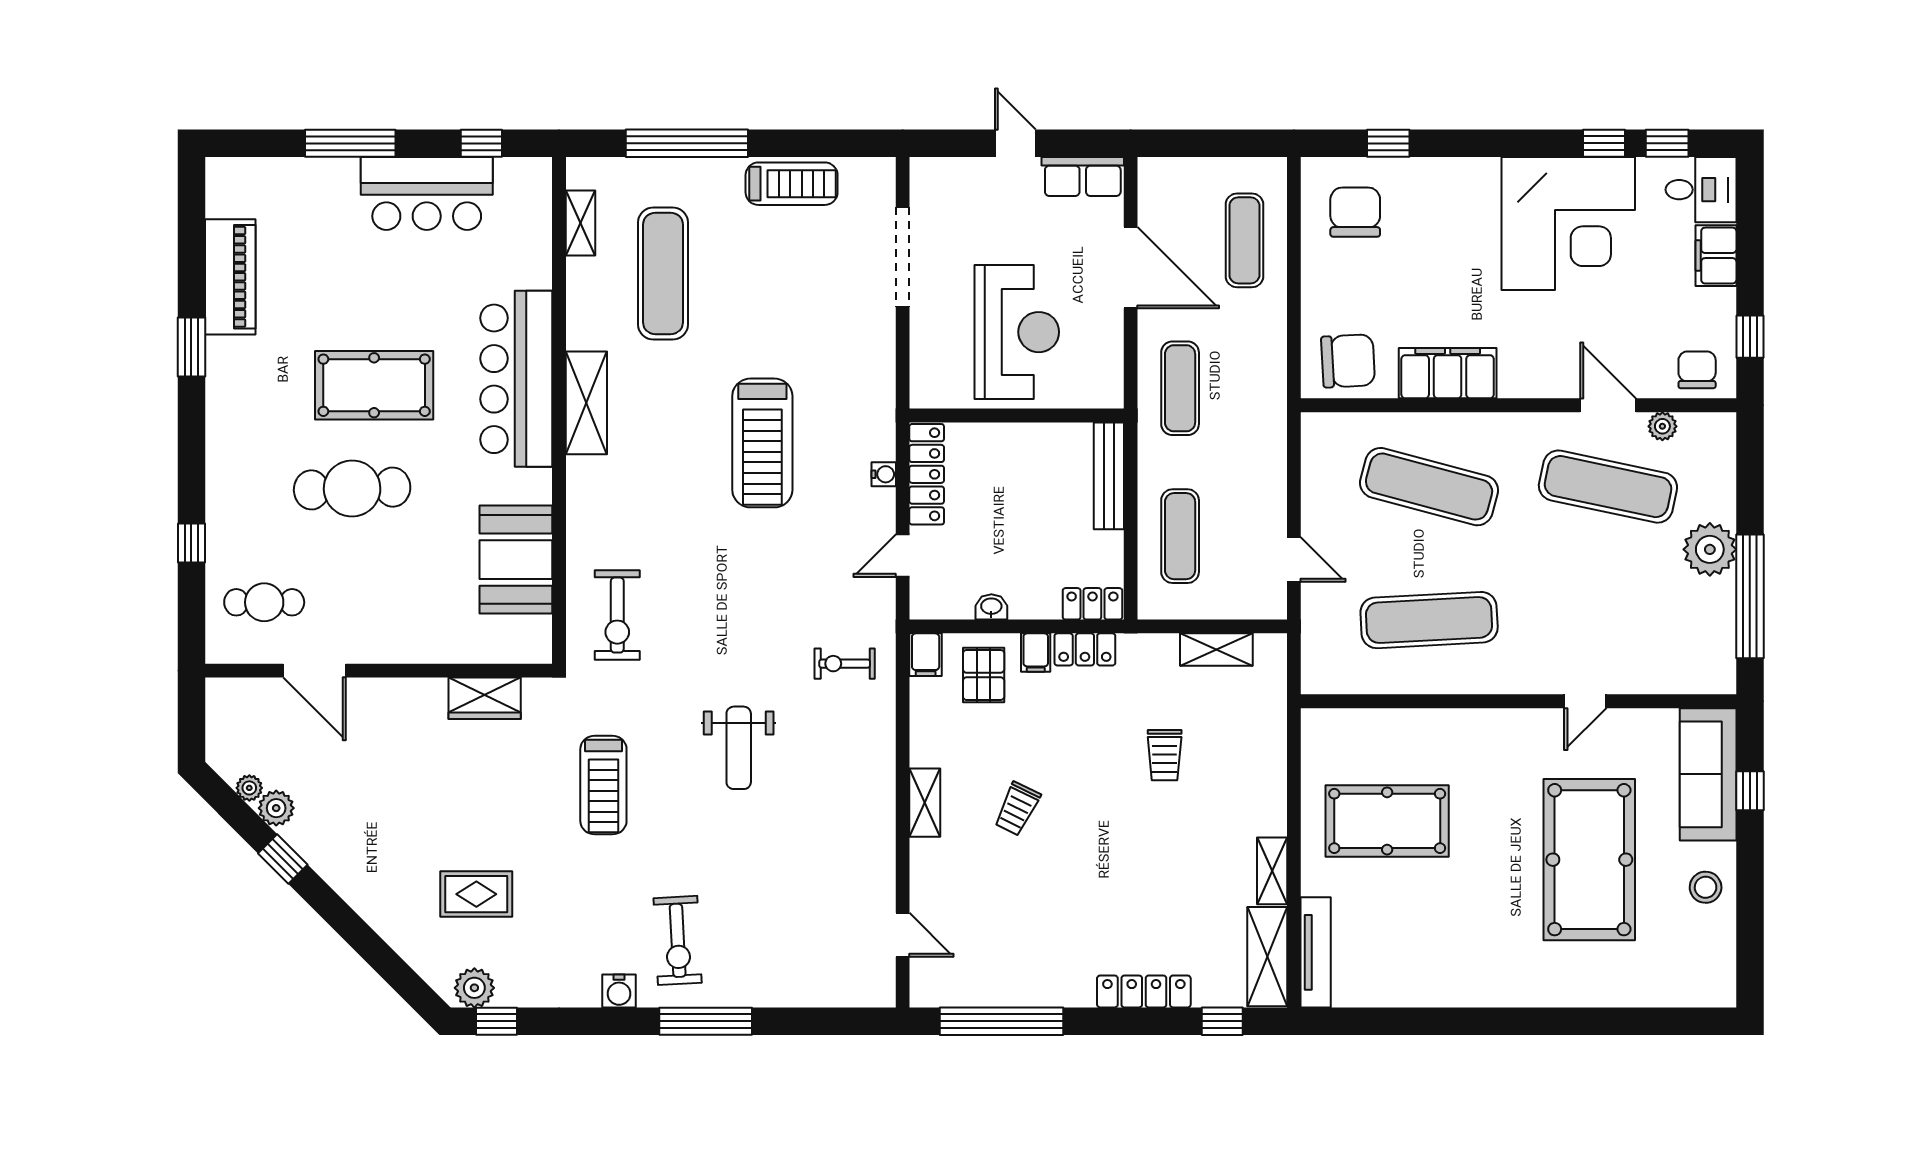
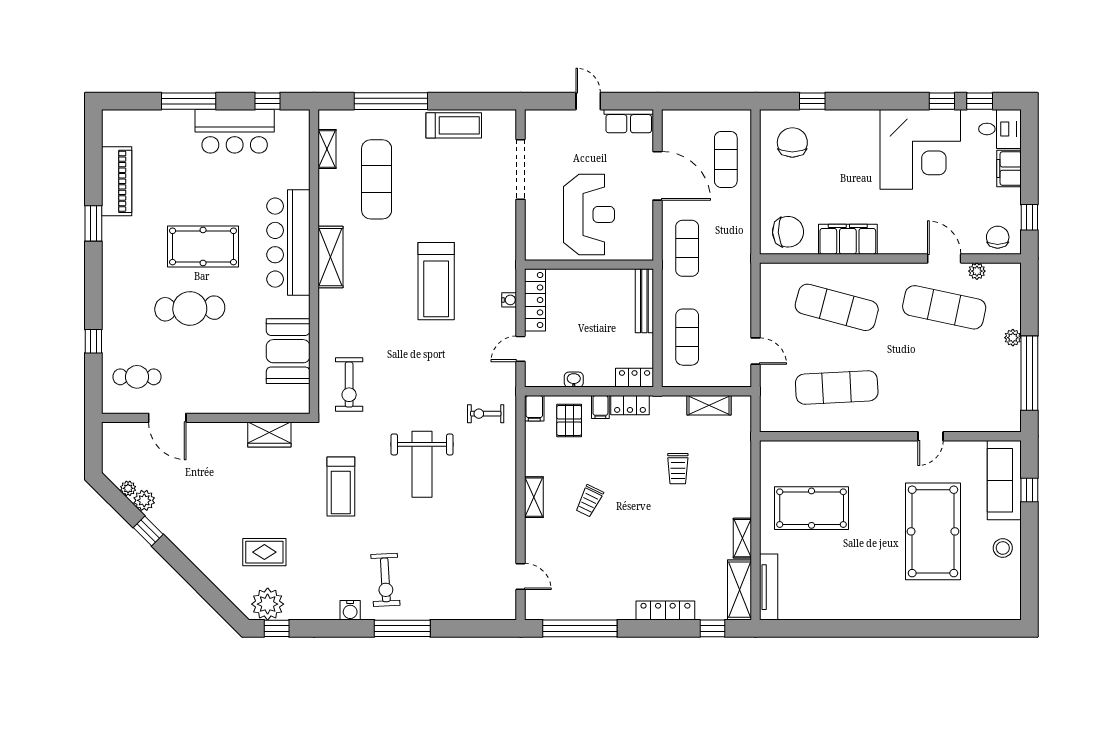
plant: (1710, 549) -> (1013, 338), width x0.53, depth x0.53
weight bench: (739, 748) -> (422, 464), width x1.36, depth x1.33
plant: (474, 988) -> (268, 604), width x1.36, depth x1.36

